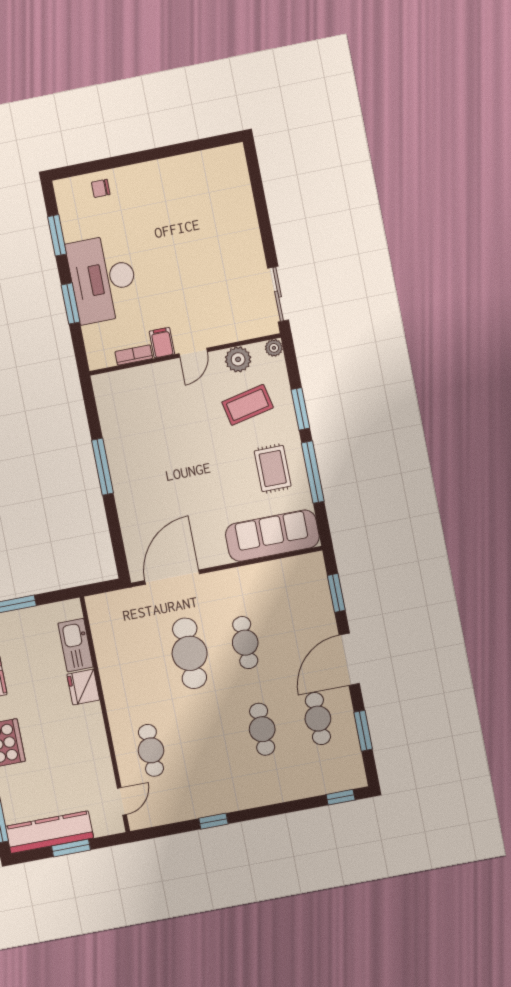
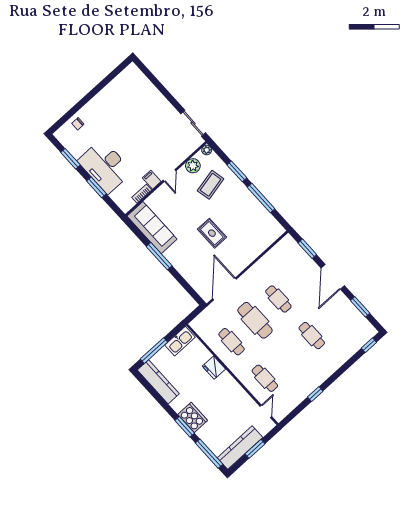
rug: (273, 468) -> (212, 233), moved
sofa: (272, 536) -> (152, 228), moved, turned 90
kitchen sink: (76, 645) -> (180, 341), moved, turned -90
cafe table: (318, 719) -> (232, 342), moved

